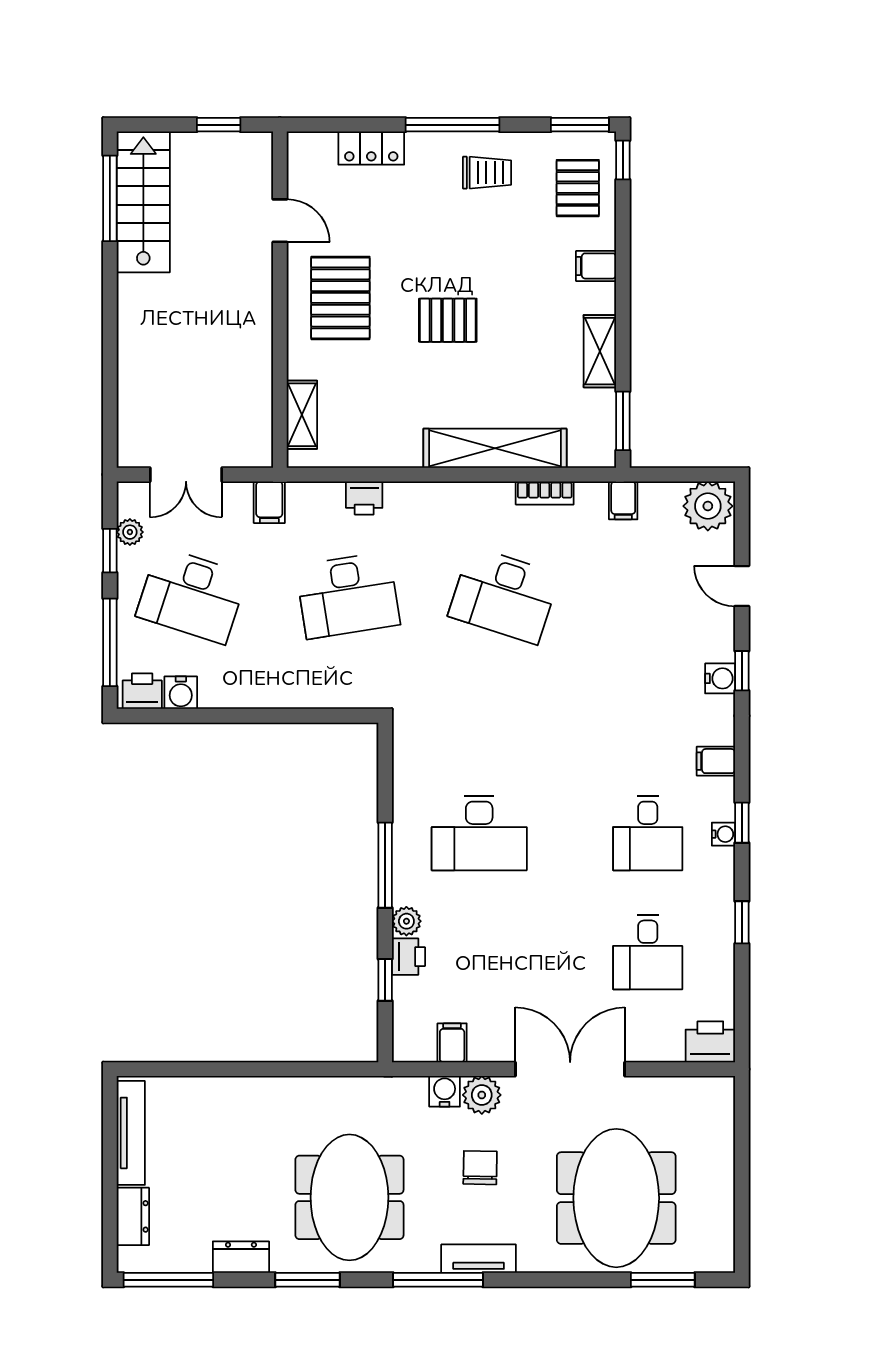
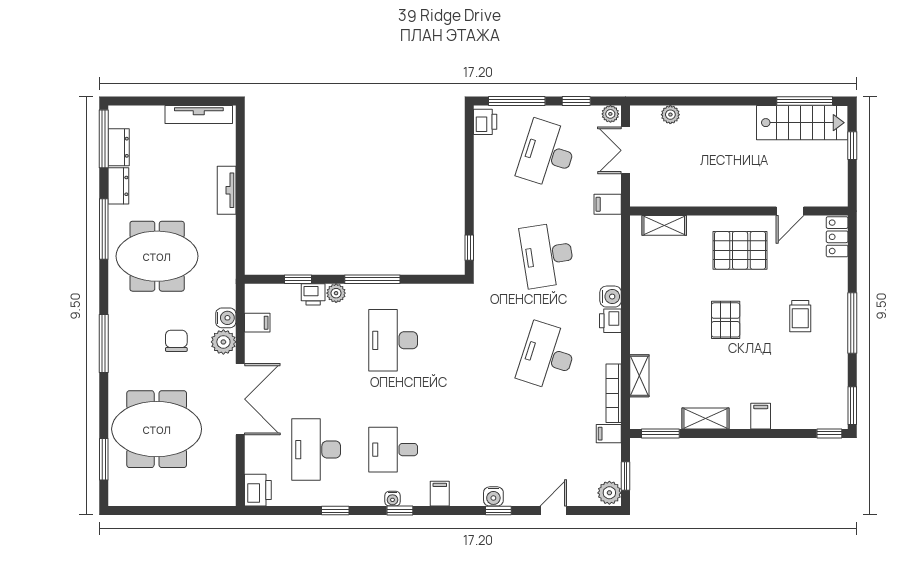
window: (219, 125) -> (852, 146), moved
locker: (371, 148) -> (837, 237), moved
trolley: (487, 173) -> (800, 316), moved
pallet: (578, 188) -> (811, 404), removed
plant: (131, 405) -> (670, 115), added
shelving: (495, 448) -> (639, 376), width x0.45, depth x0.75
window: (689, 475) -> (626, 476), added
bookcase: (545, 493) -> (614, 393), width x1.56
printer: (364, 498) -> (610, 321), moved
plant: (708, 506) -> (609, 493), width x0.73, depth x0.73
plant: (130, 532) -> (610, 114), moved
water cooler: (181, 693) -> (611, 297), moved, turned 180
window: (336, 716) -> (469, 248), added
desk: (648, 952) -> (316, 450), width x1.37
chair: (480, 1168) -> (176, 341), turned -91
dresser: (133, 1216) -> (119, 147), moved, turned -90
tv unit: (479, 1259) -> (227, 190), moved, turned 180
window: (308, 1280) -> (104, 229), width x1.44
window: (438, 1280) -> (104, 344), moved

